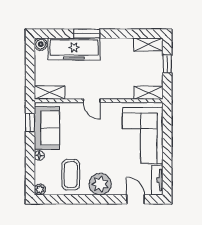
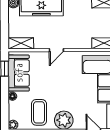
door: (92, 101) -> (56, 50), hinge flipped

